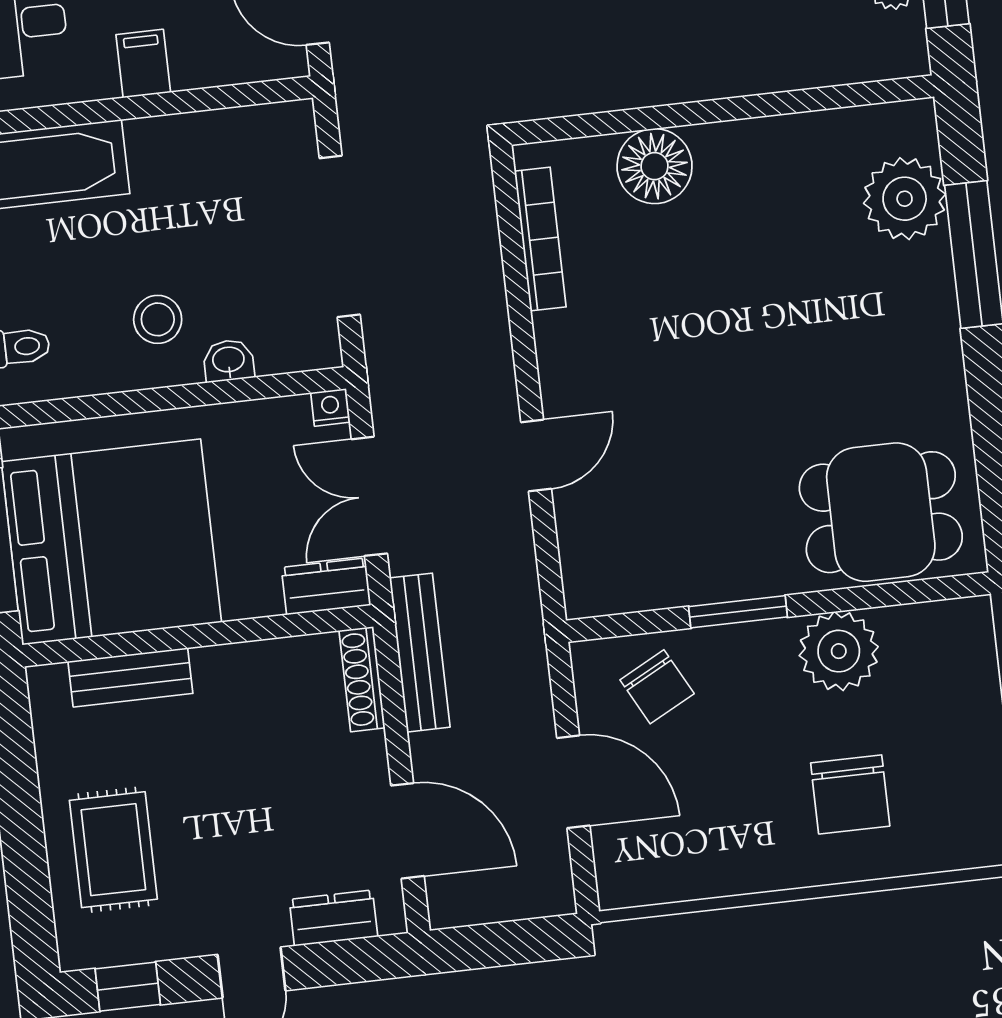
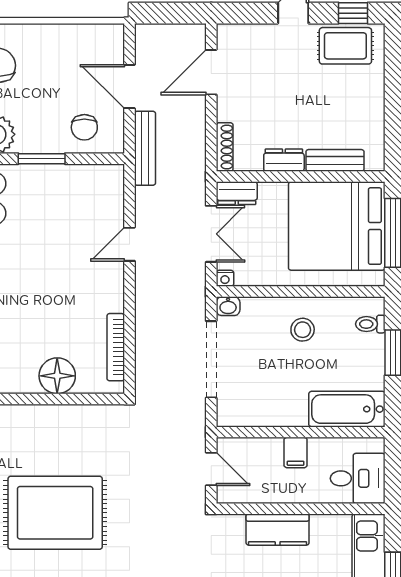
washbasin: (229, 361) -> (228, 306), moved
bench: (420, 653) -> (145, 148), moved
chair: (657, 687) -> (84, 127), turned -152
door: (407, 831) -> (211, 72), hinge flipped
rug: (113, 850) -> (345, 46), moved, turned 90
dresser: (333, 918) -> (284, 160), moved, turned 180

